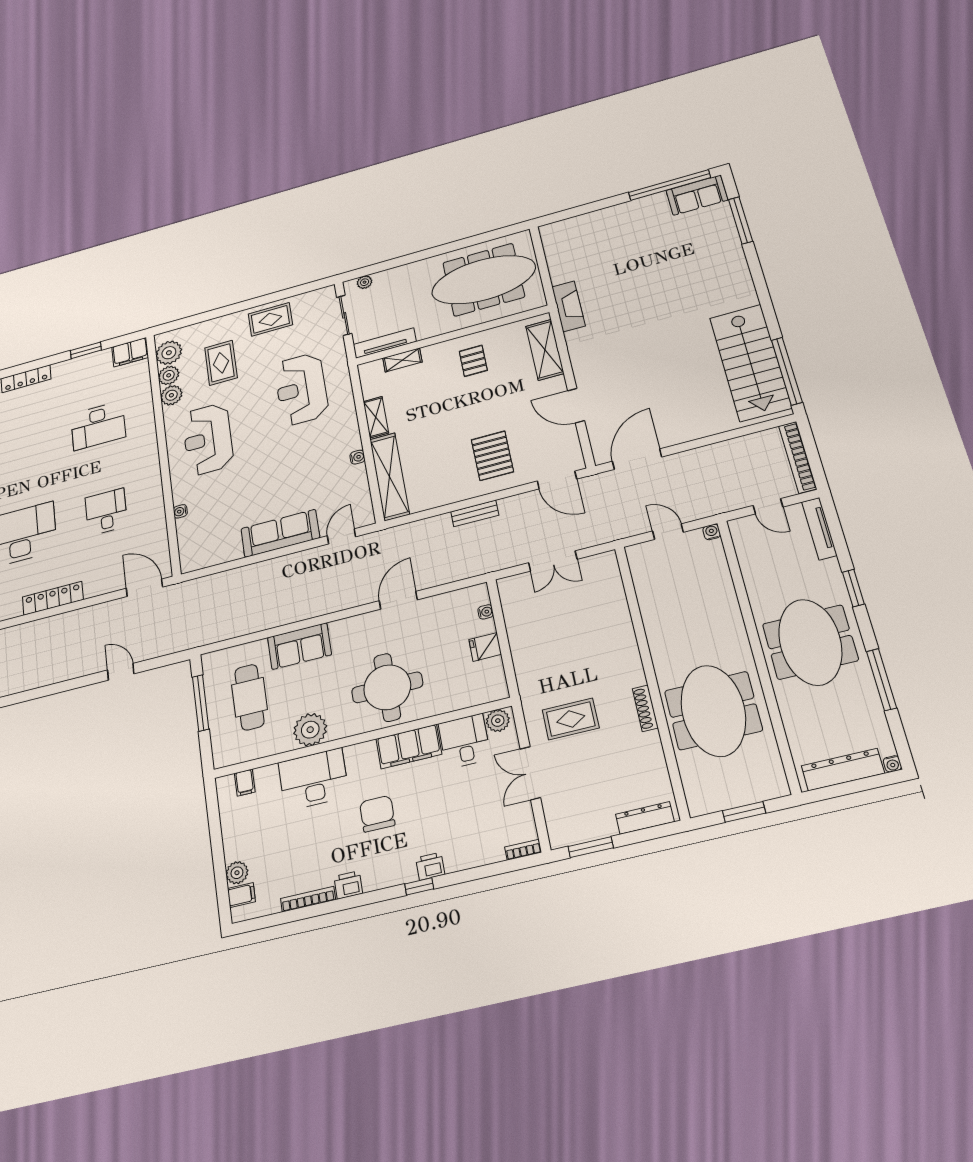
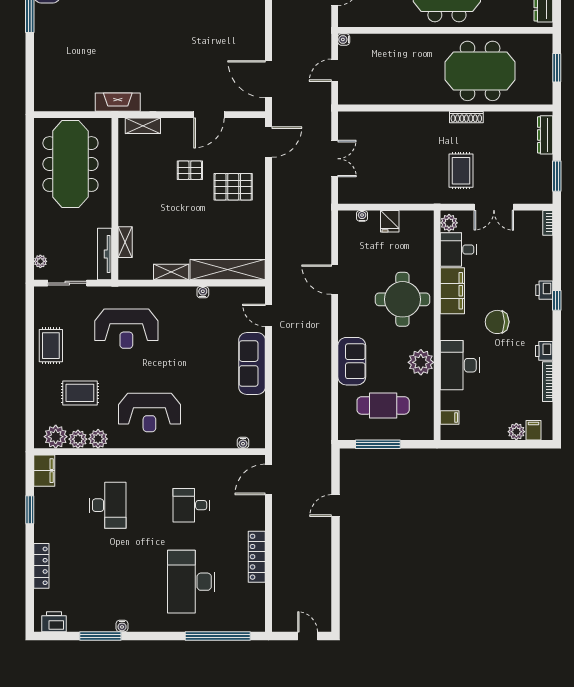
shelving: (545, 350) -> (143, 126), width x0.67, depth x0.75
pallet: (473, 361) -> (190, 170), moved
water cooler: (180, 511) -> (243, 443), moved
bench: (475, 513) -> (279, 209), removed

